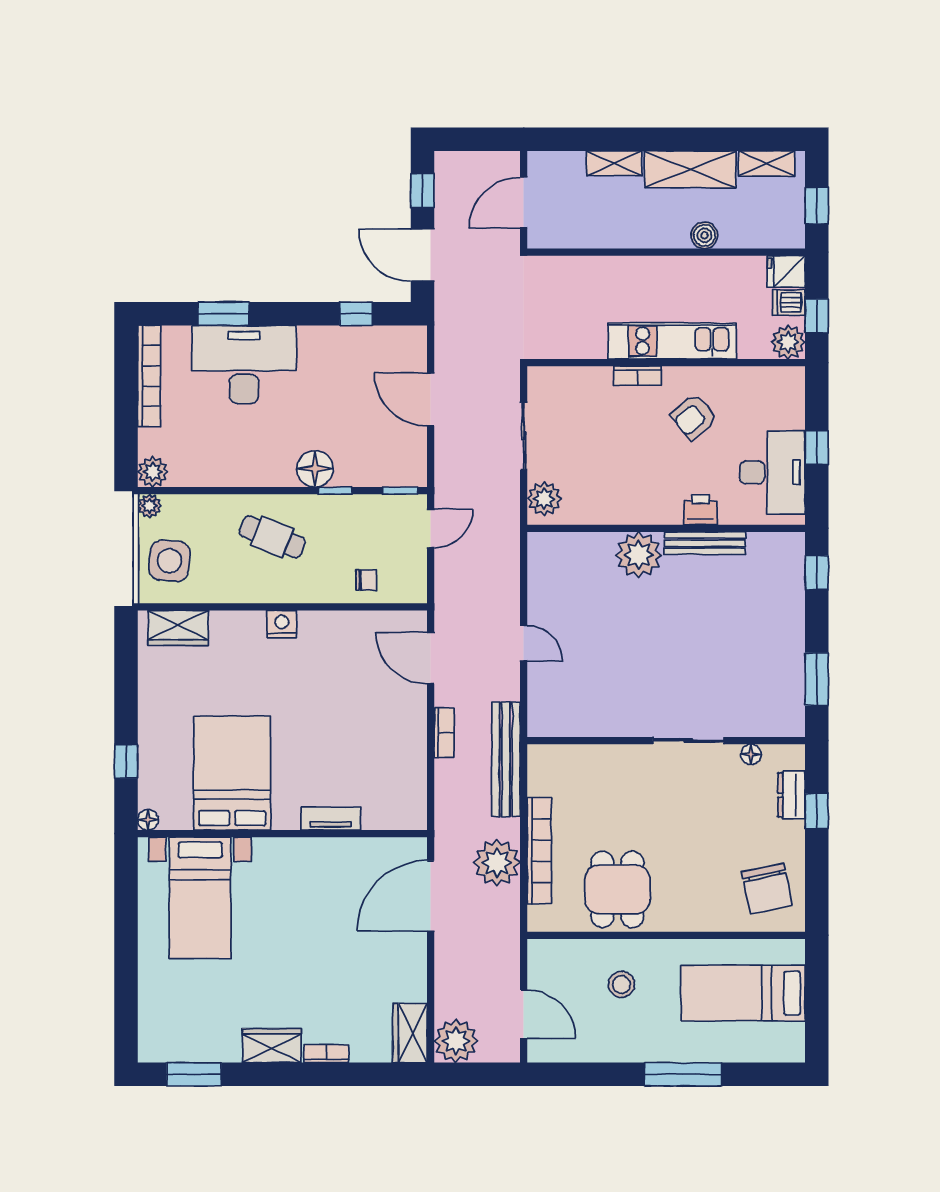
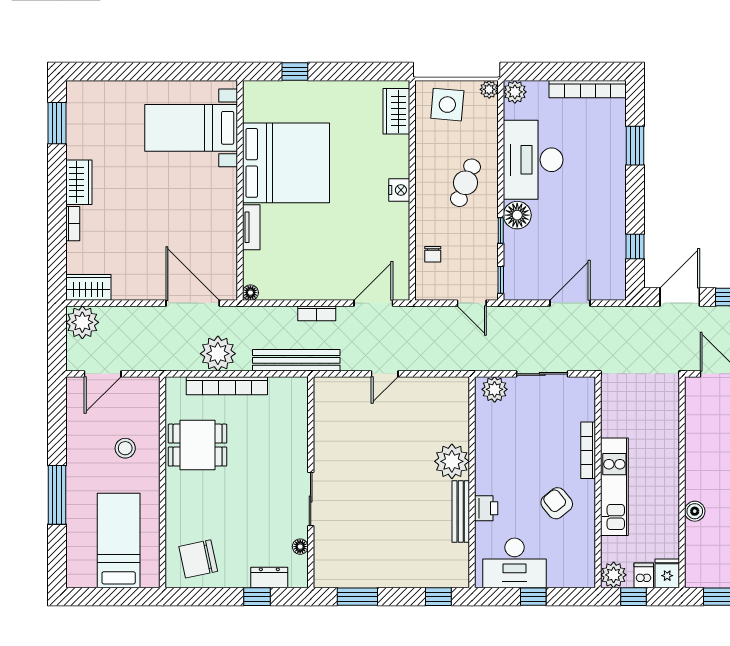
desk: (244, 364) -> (533, 160), moved, turned 180
bookcase: (638, 376) -> (588, 450), width x1.56
bed: (232, 773) -> (286, 163), width x1.36
floor lamp: (148, 820) -> (250, 293), moved

